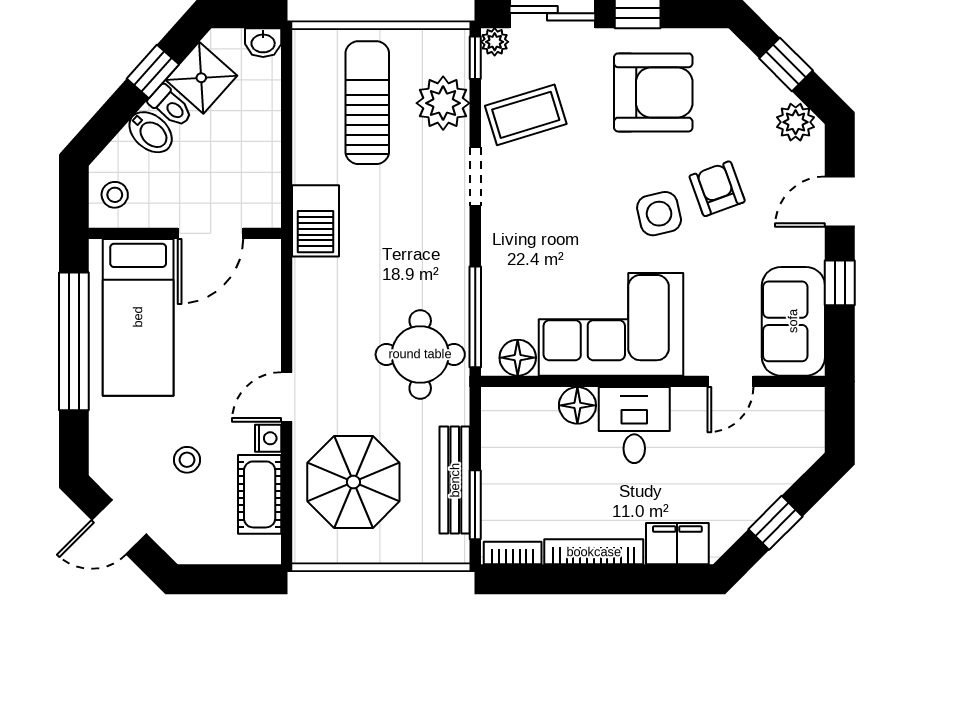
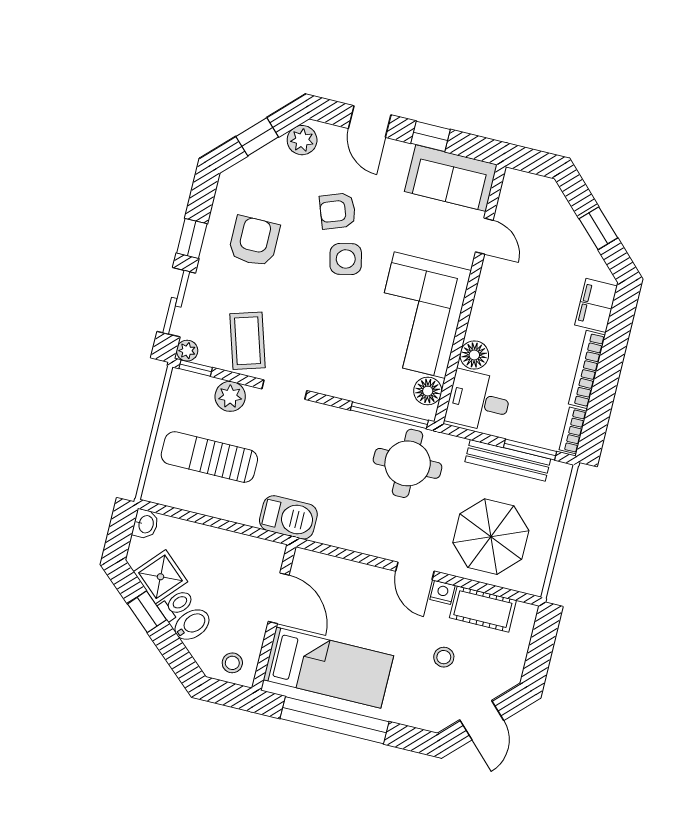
armchair: (653, 92) -> (254, 241), width x0.73, depth x0.73
plant: (443, 103) -> (230, 396), width x0.73, depth x0.73
desk: (634, 425) -> (479, 401), moved

